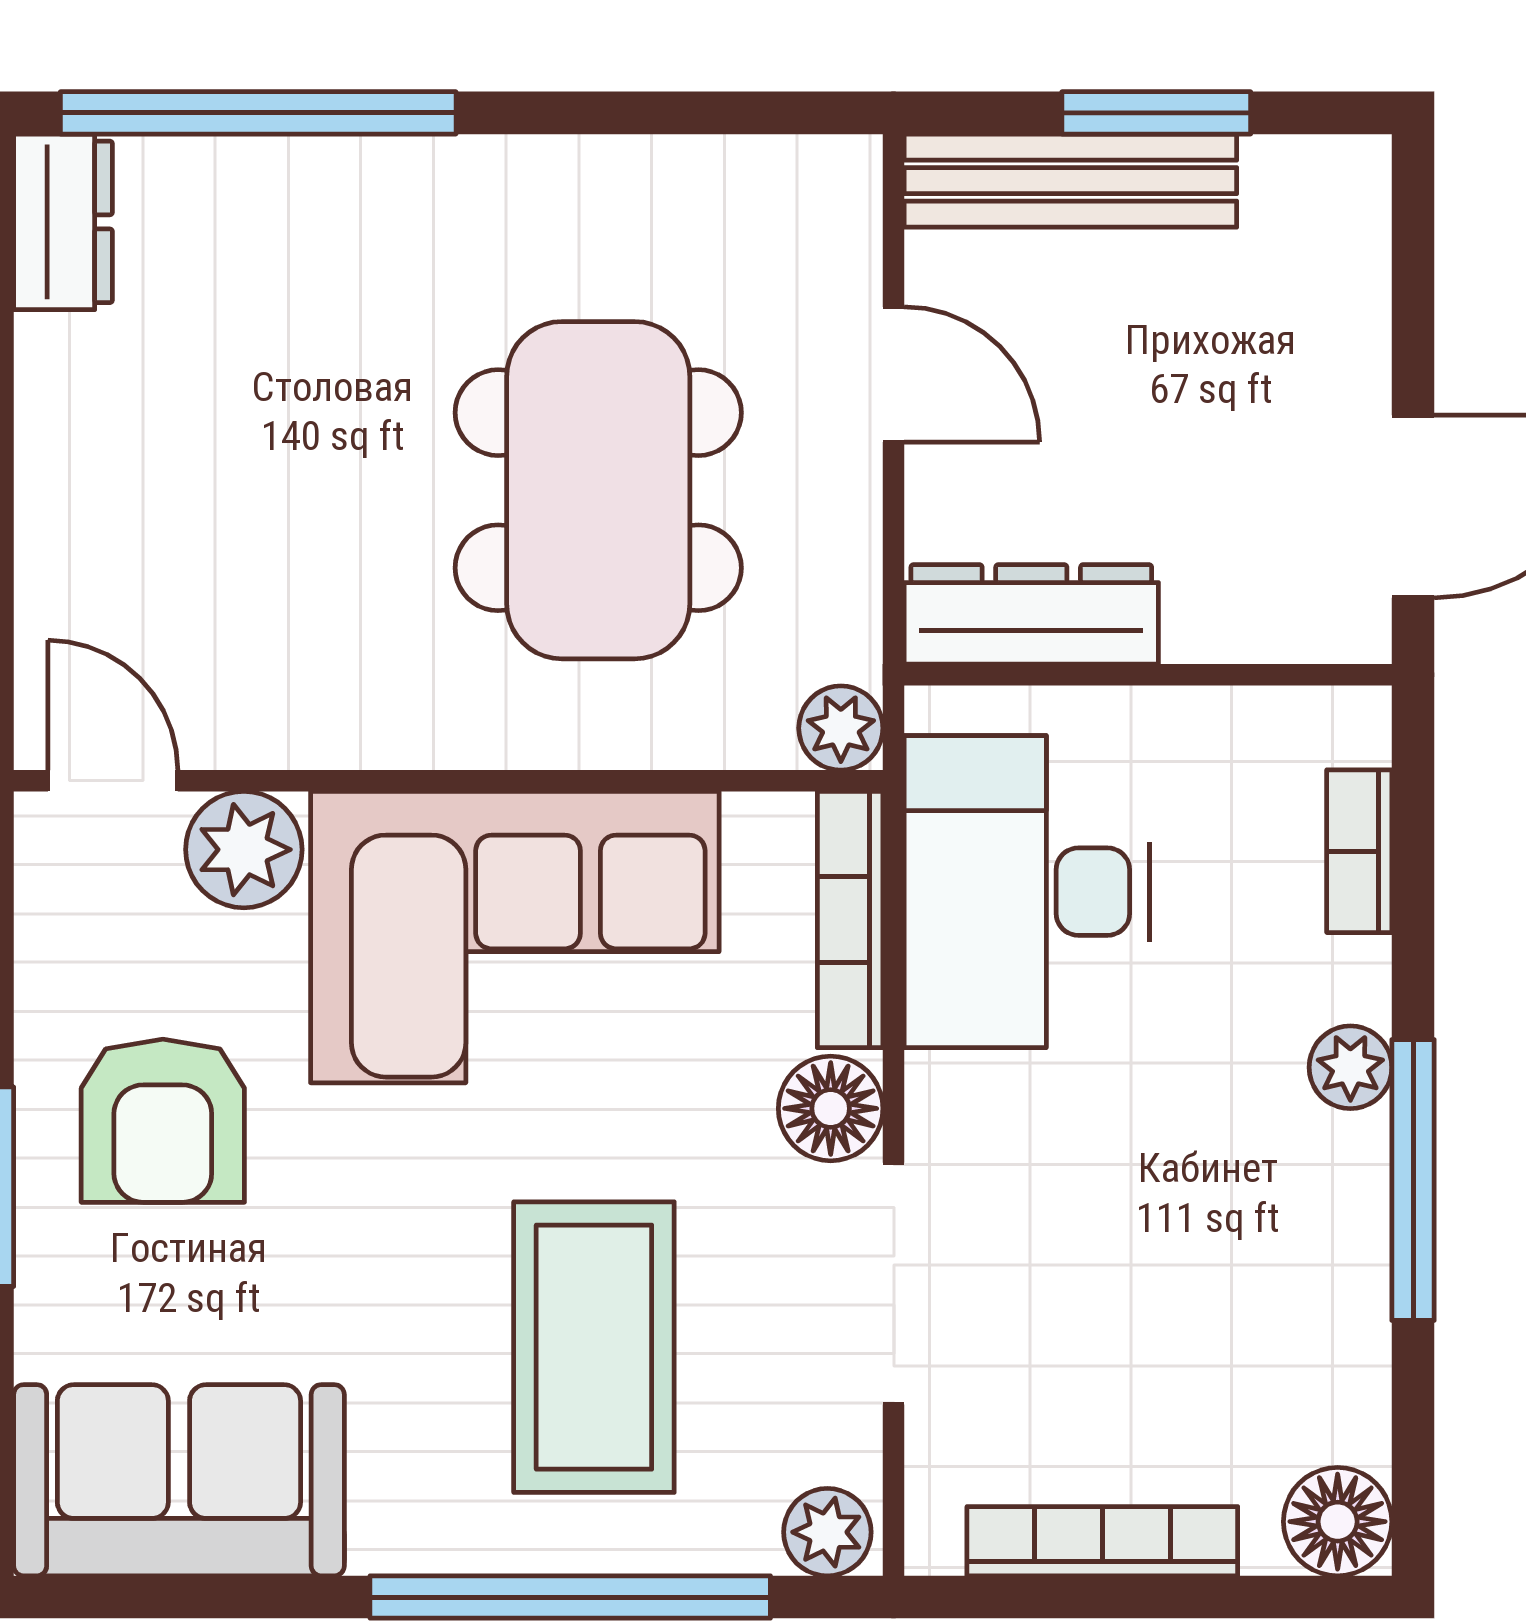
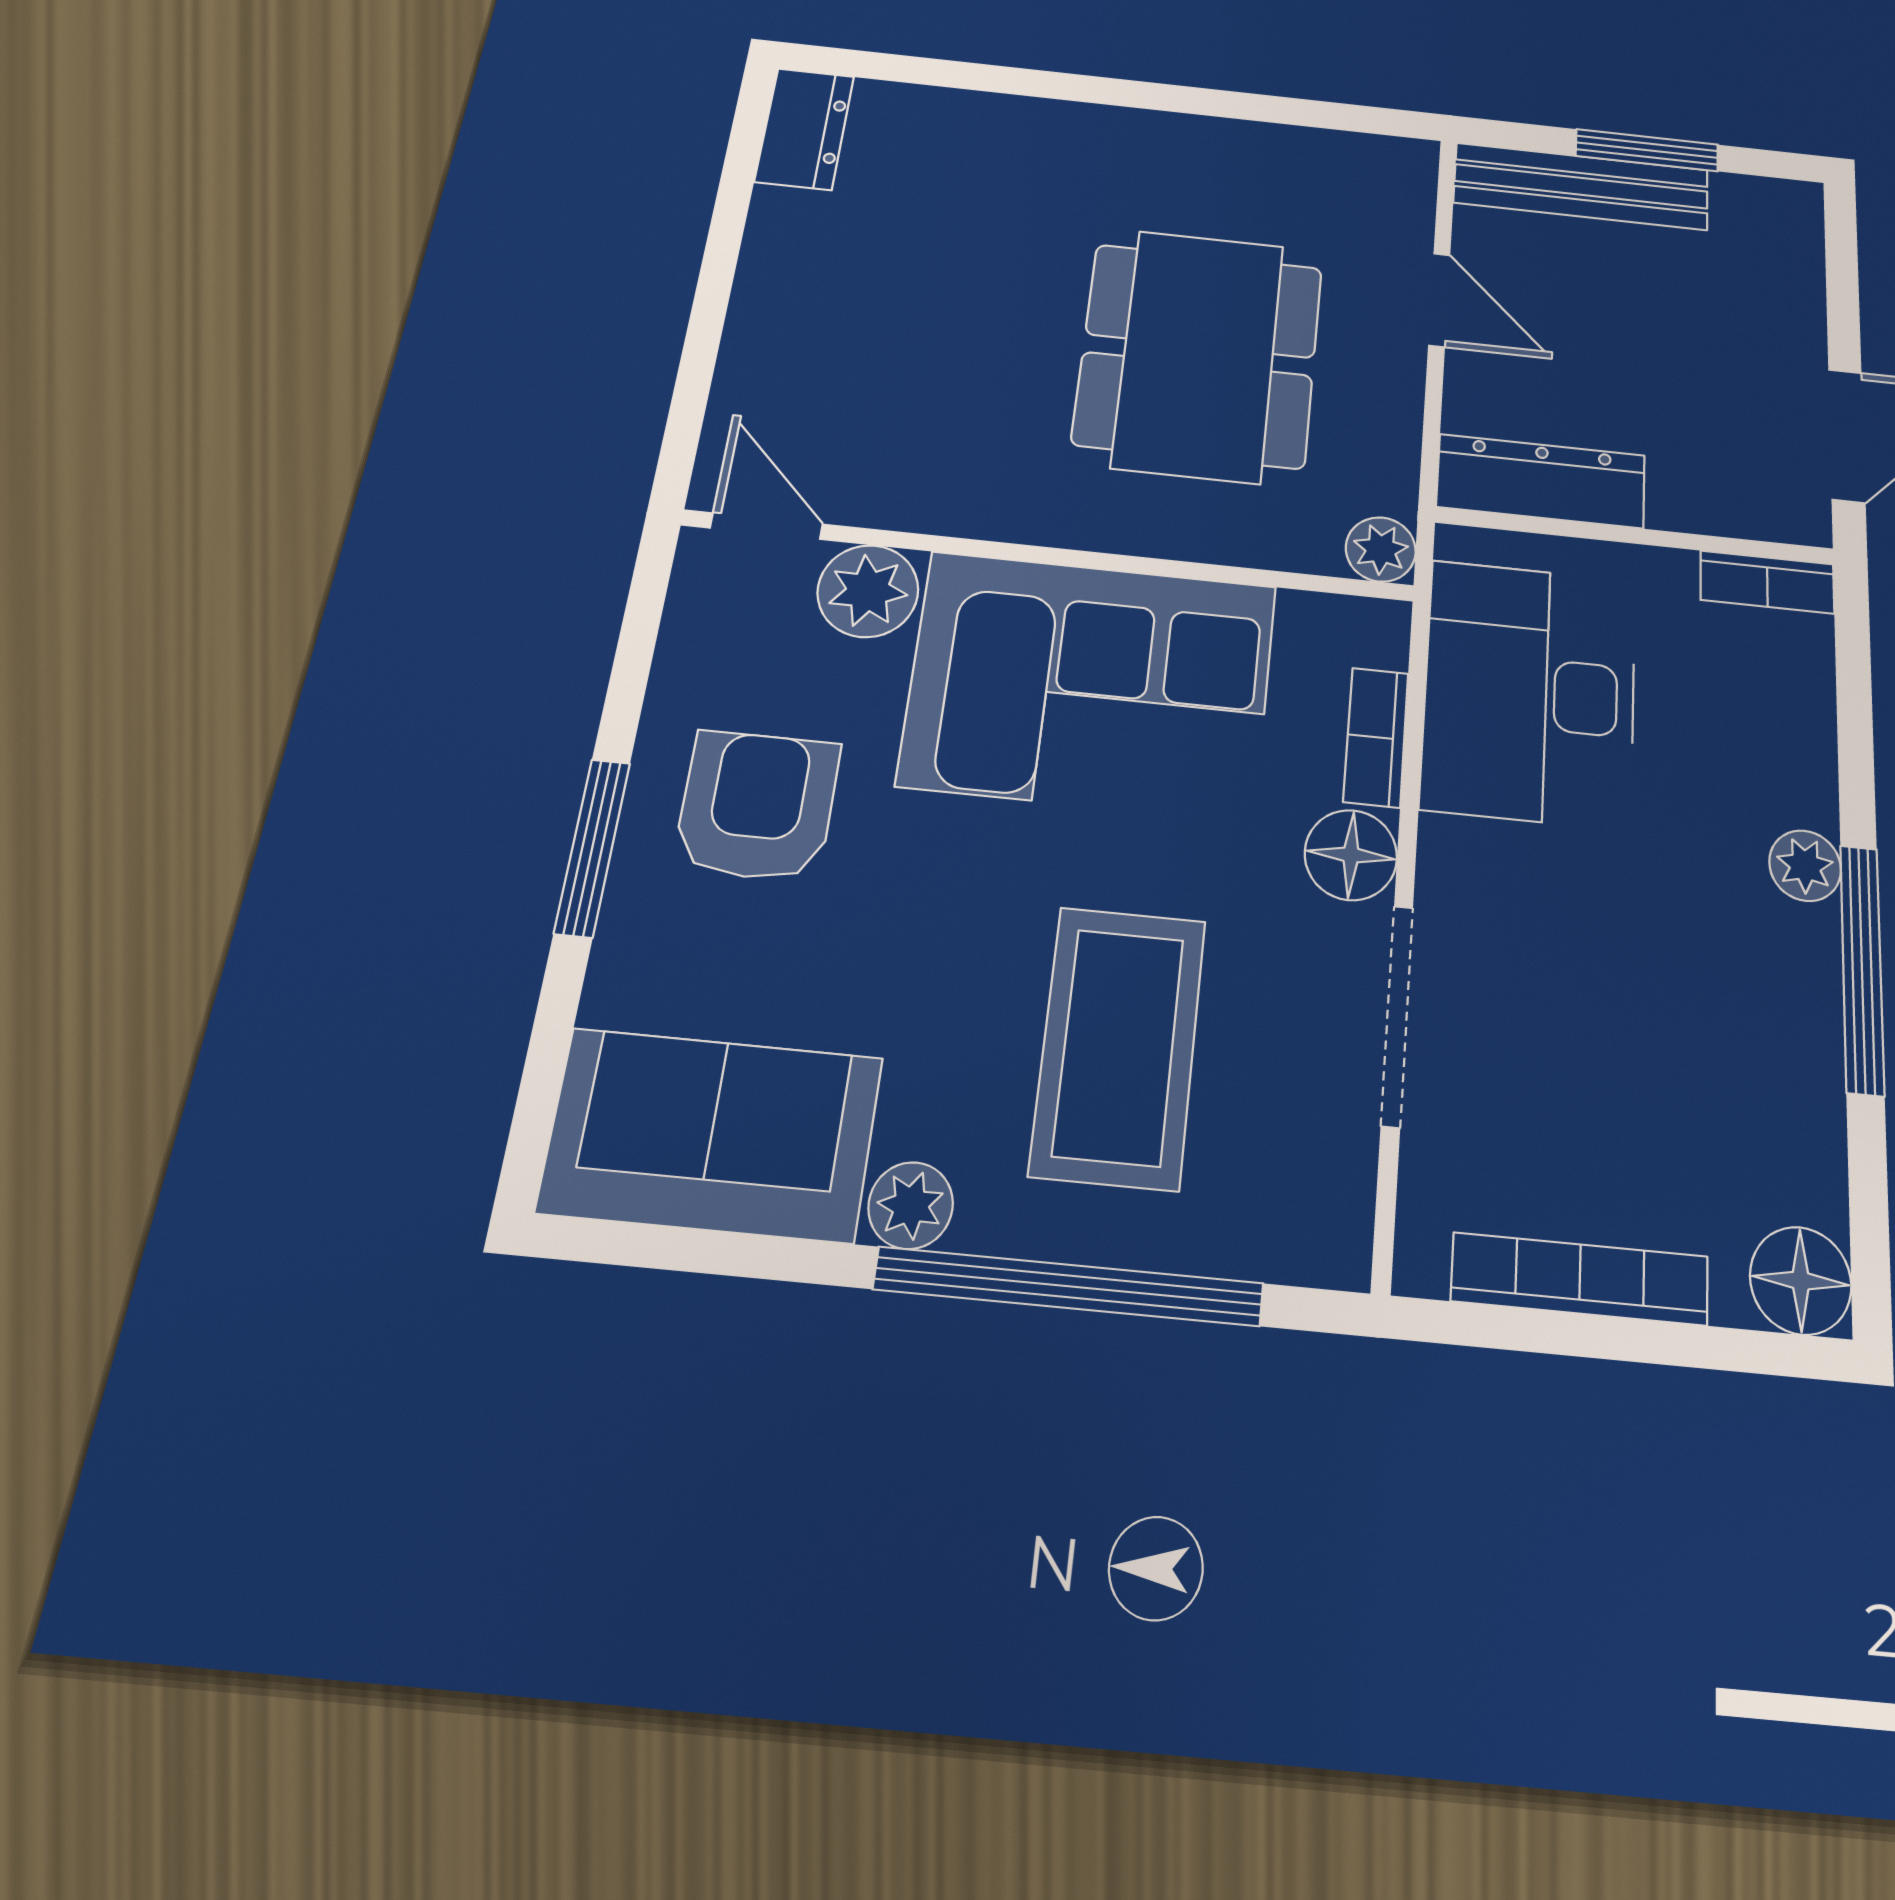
window: (258, 113) -> (968, 76), removed
bookcase: (1359, 851) -> (1767, 582), moved, turned -90
bookcase: (850, 920) -> (1376, 737), width x0.64
armchair: (163, 1121) -> (757, 806), turned 180
plant: (827, 1532) -> (911, 1205), moved

